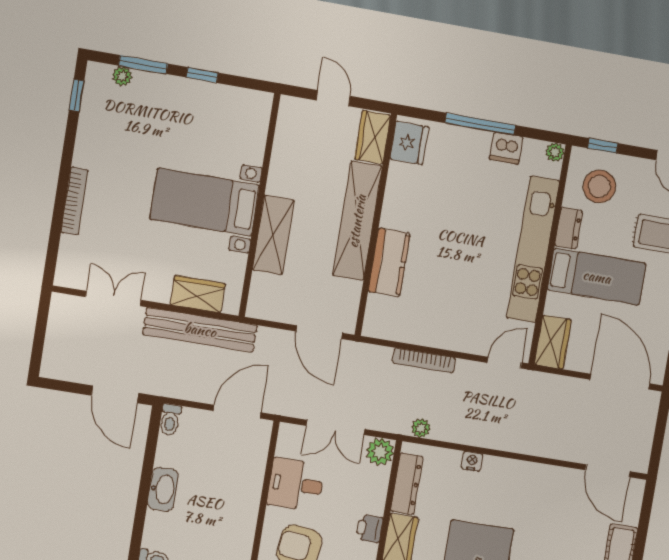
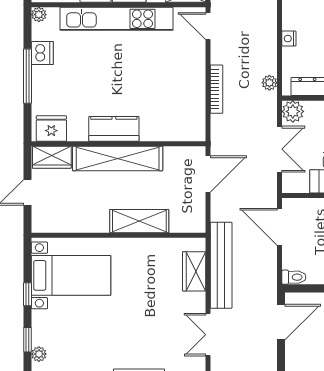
window: (143, 65) -> (27, 340), width x0.67
bed with nightstands: (205, 202) -> (71, 275), moved, turned -90
kitchen counter: (389, 262) -> (114, 129), moved

